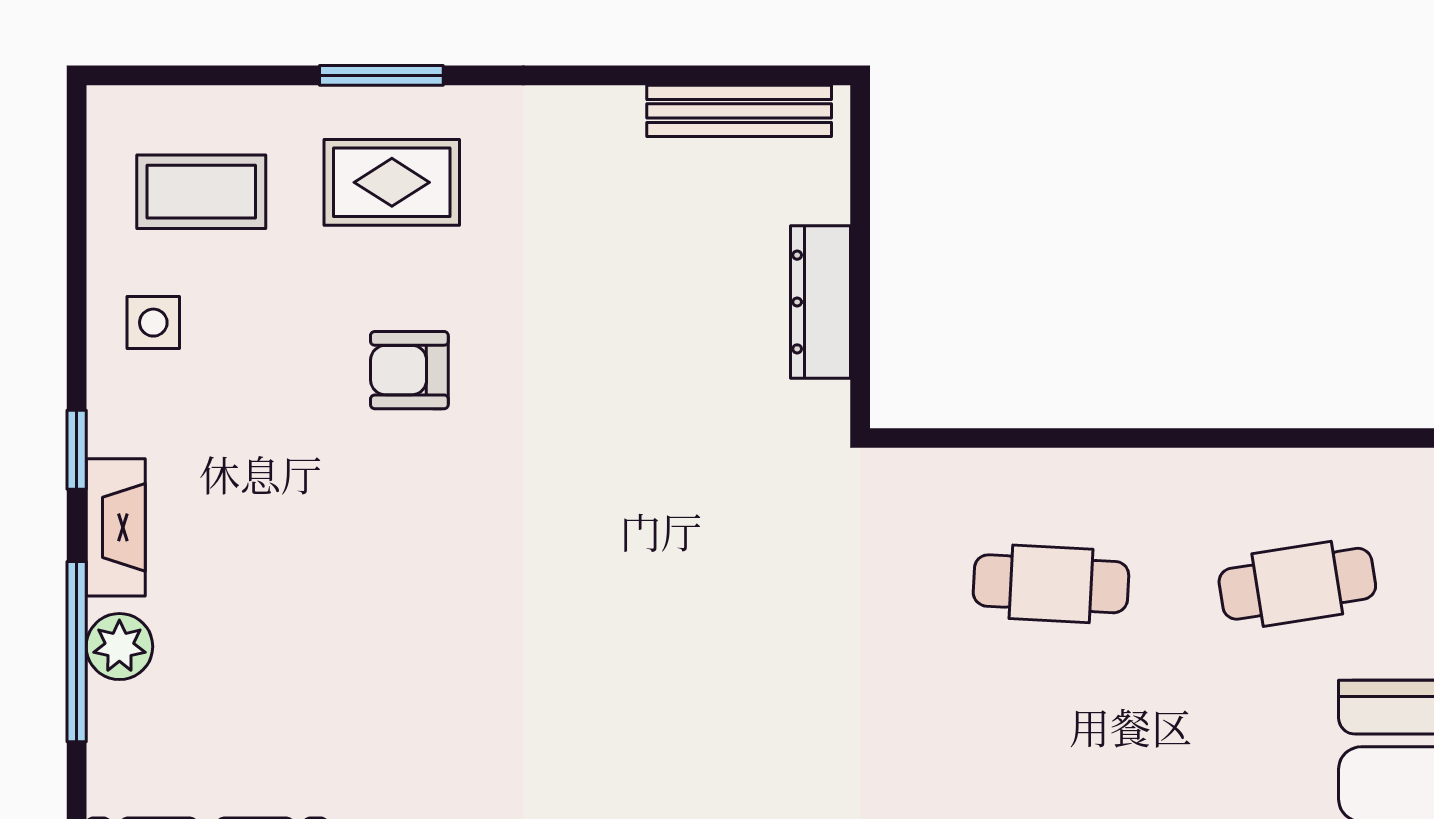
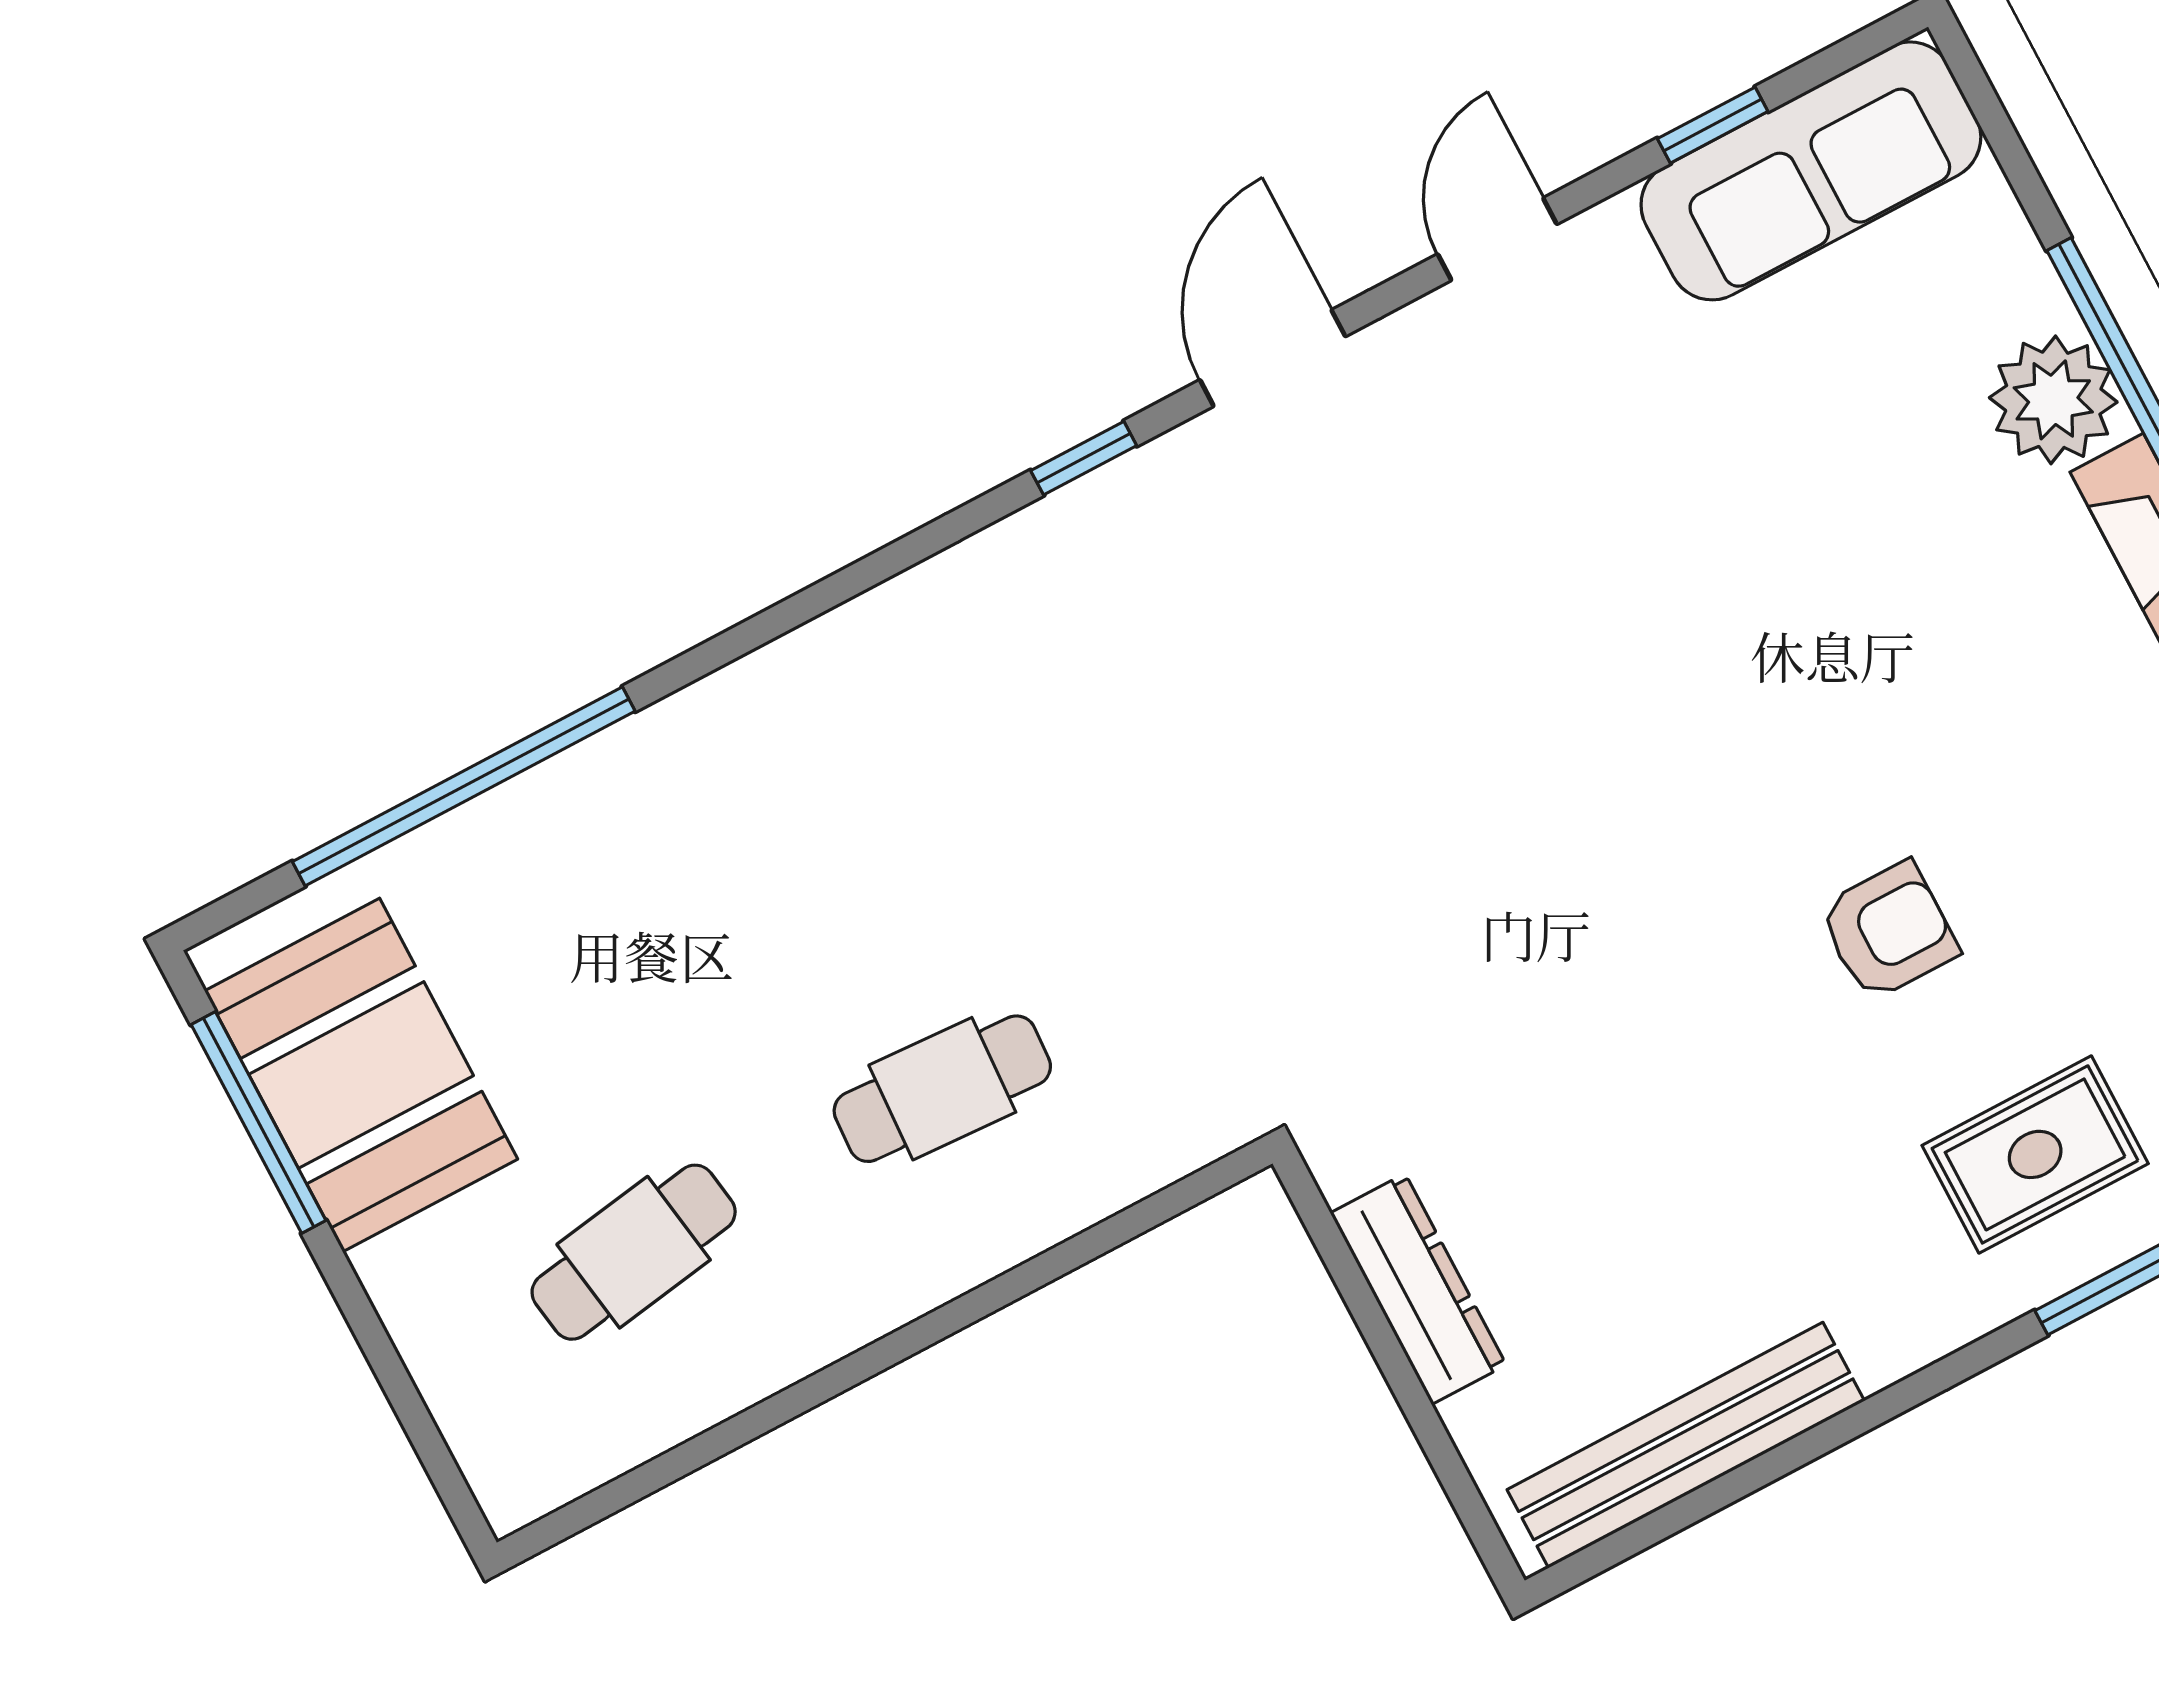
bench: (739, 111) -> (1686, 1445), width x1.37, depth x1.21
plant: (119, 647) -> (2053, 400), width x1.36, depth x1.36

